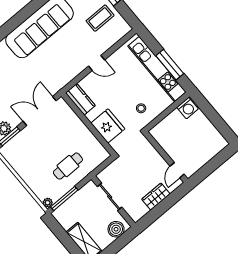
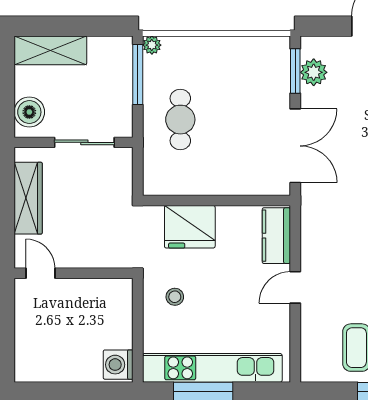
kitchen counter: (80, 99) -> (276, 236), moved, turned 90
wardrobe: (156, 197) -> (28, 198), width x1.50

